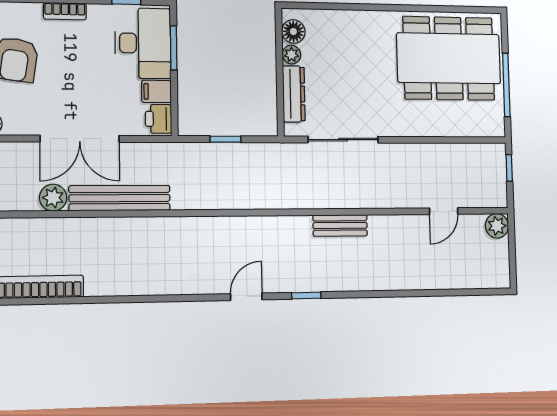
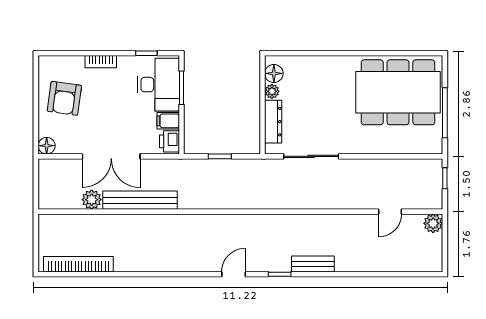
bench: (340, 225) -> (313, 264), moved

